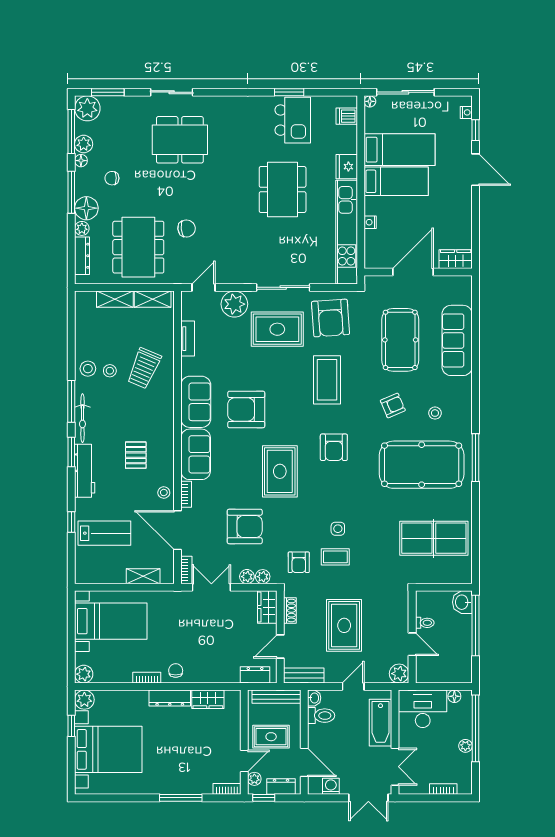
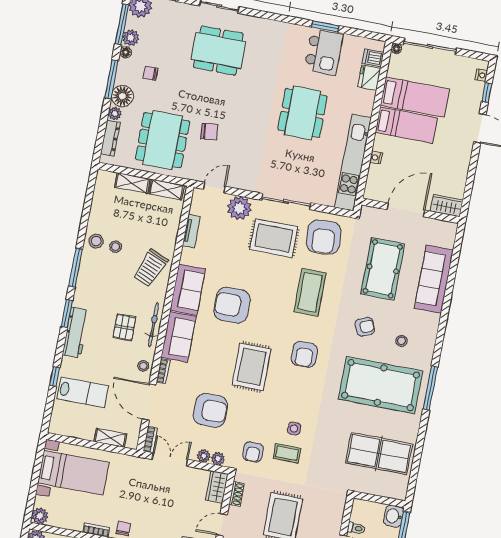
fridge: (347, 167) -> (369, 78), moved
trolley: (144, 368) -> (150, 268), moved
bicycle: (82, 418) -> (153, 325), moved, turned 180

